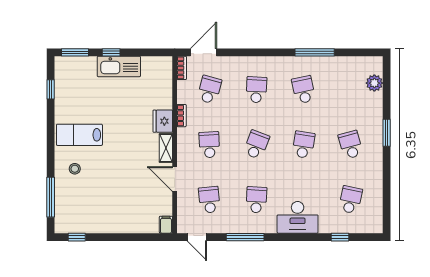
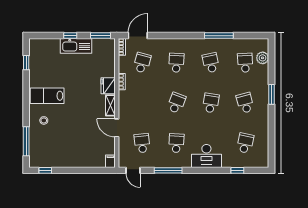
window: (75, 52) -> (101, 36), moved
school desk: (209, 145) -> (245, 63), moved

